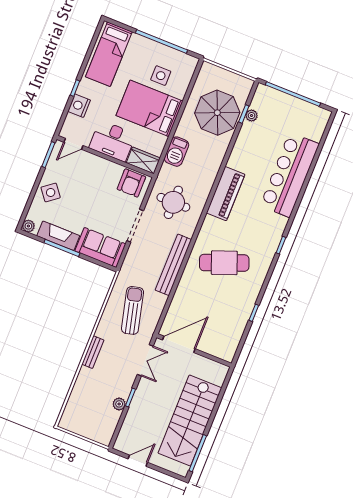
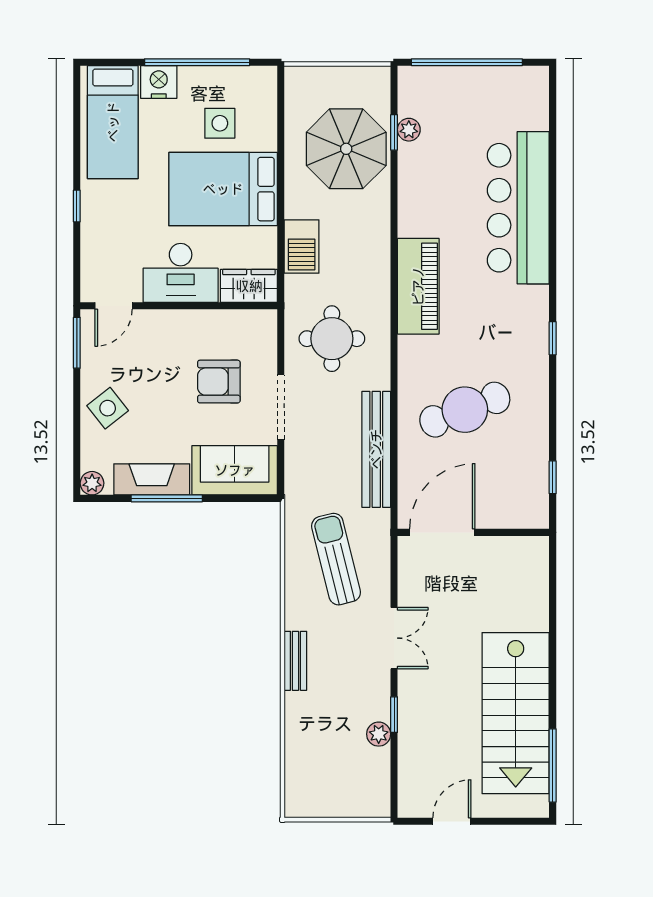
nightstand: (79, 106) -> (159, 82), moved, turned 90
armchair: (131, 183) -> (219, 382), moved, turned 90
door: (179, 344) -> (442, 532), moved
wall: (194, 350) -> (473, 532), moved

